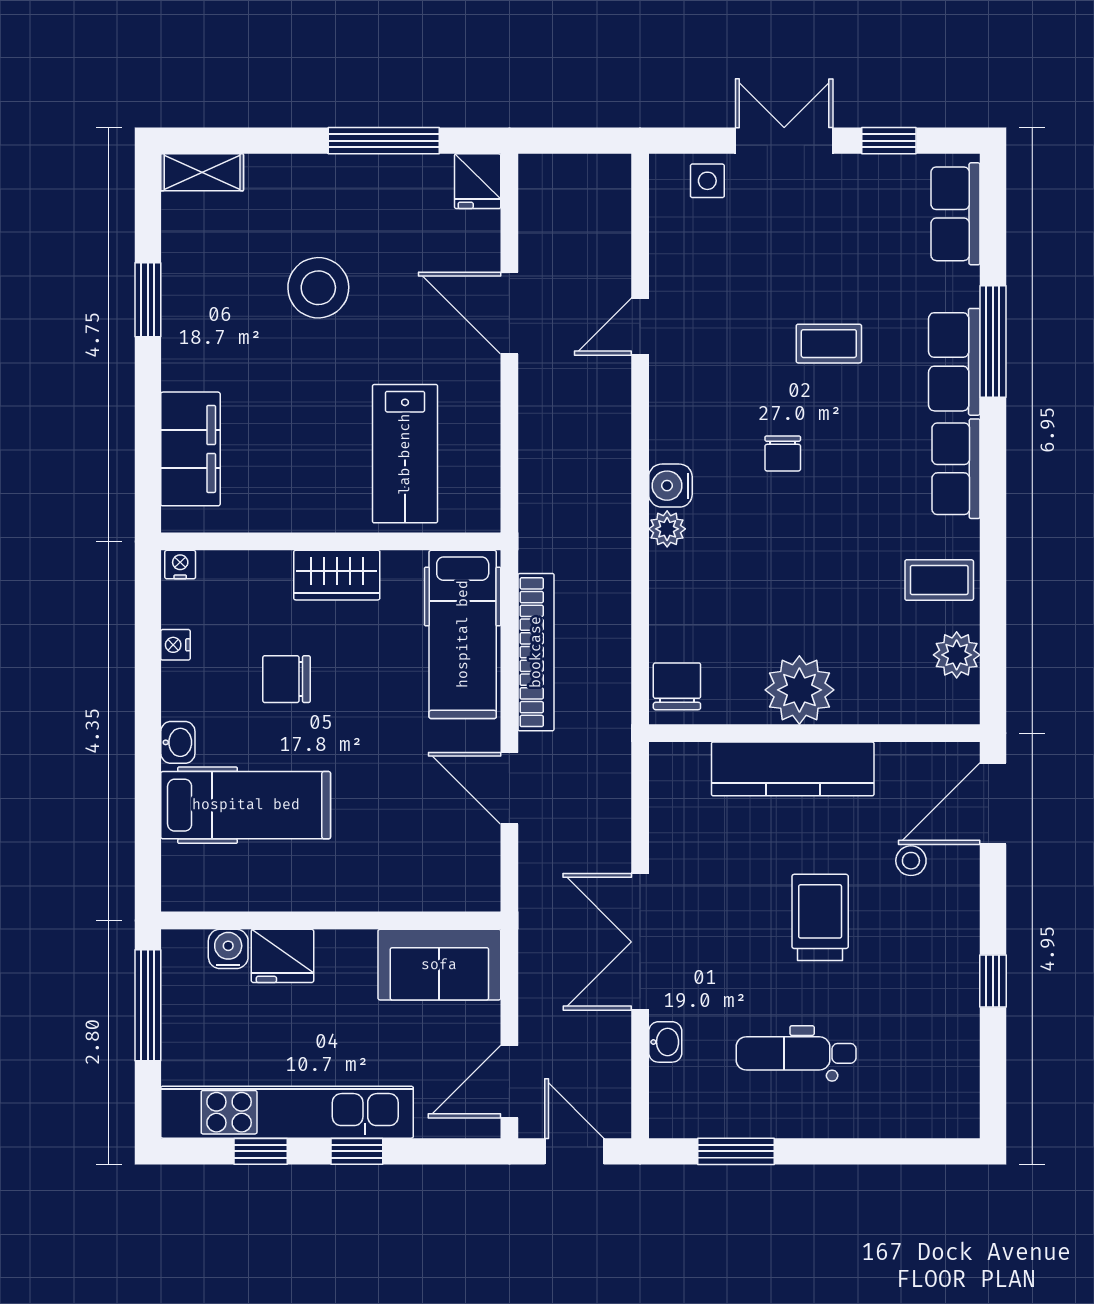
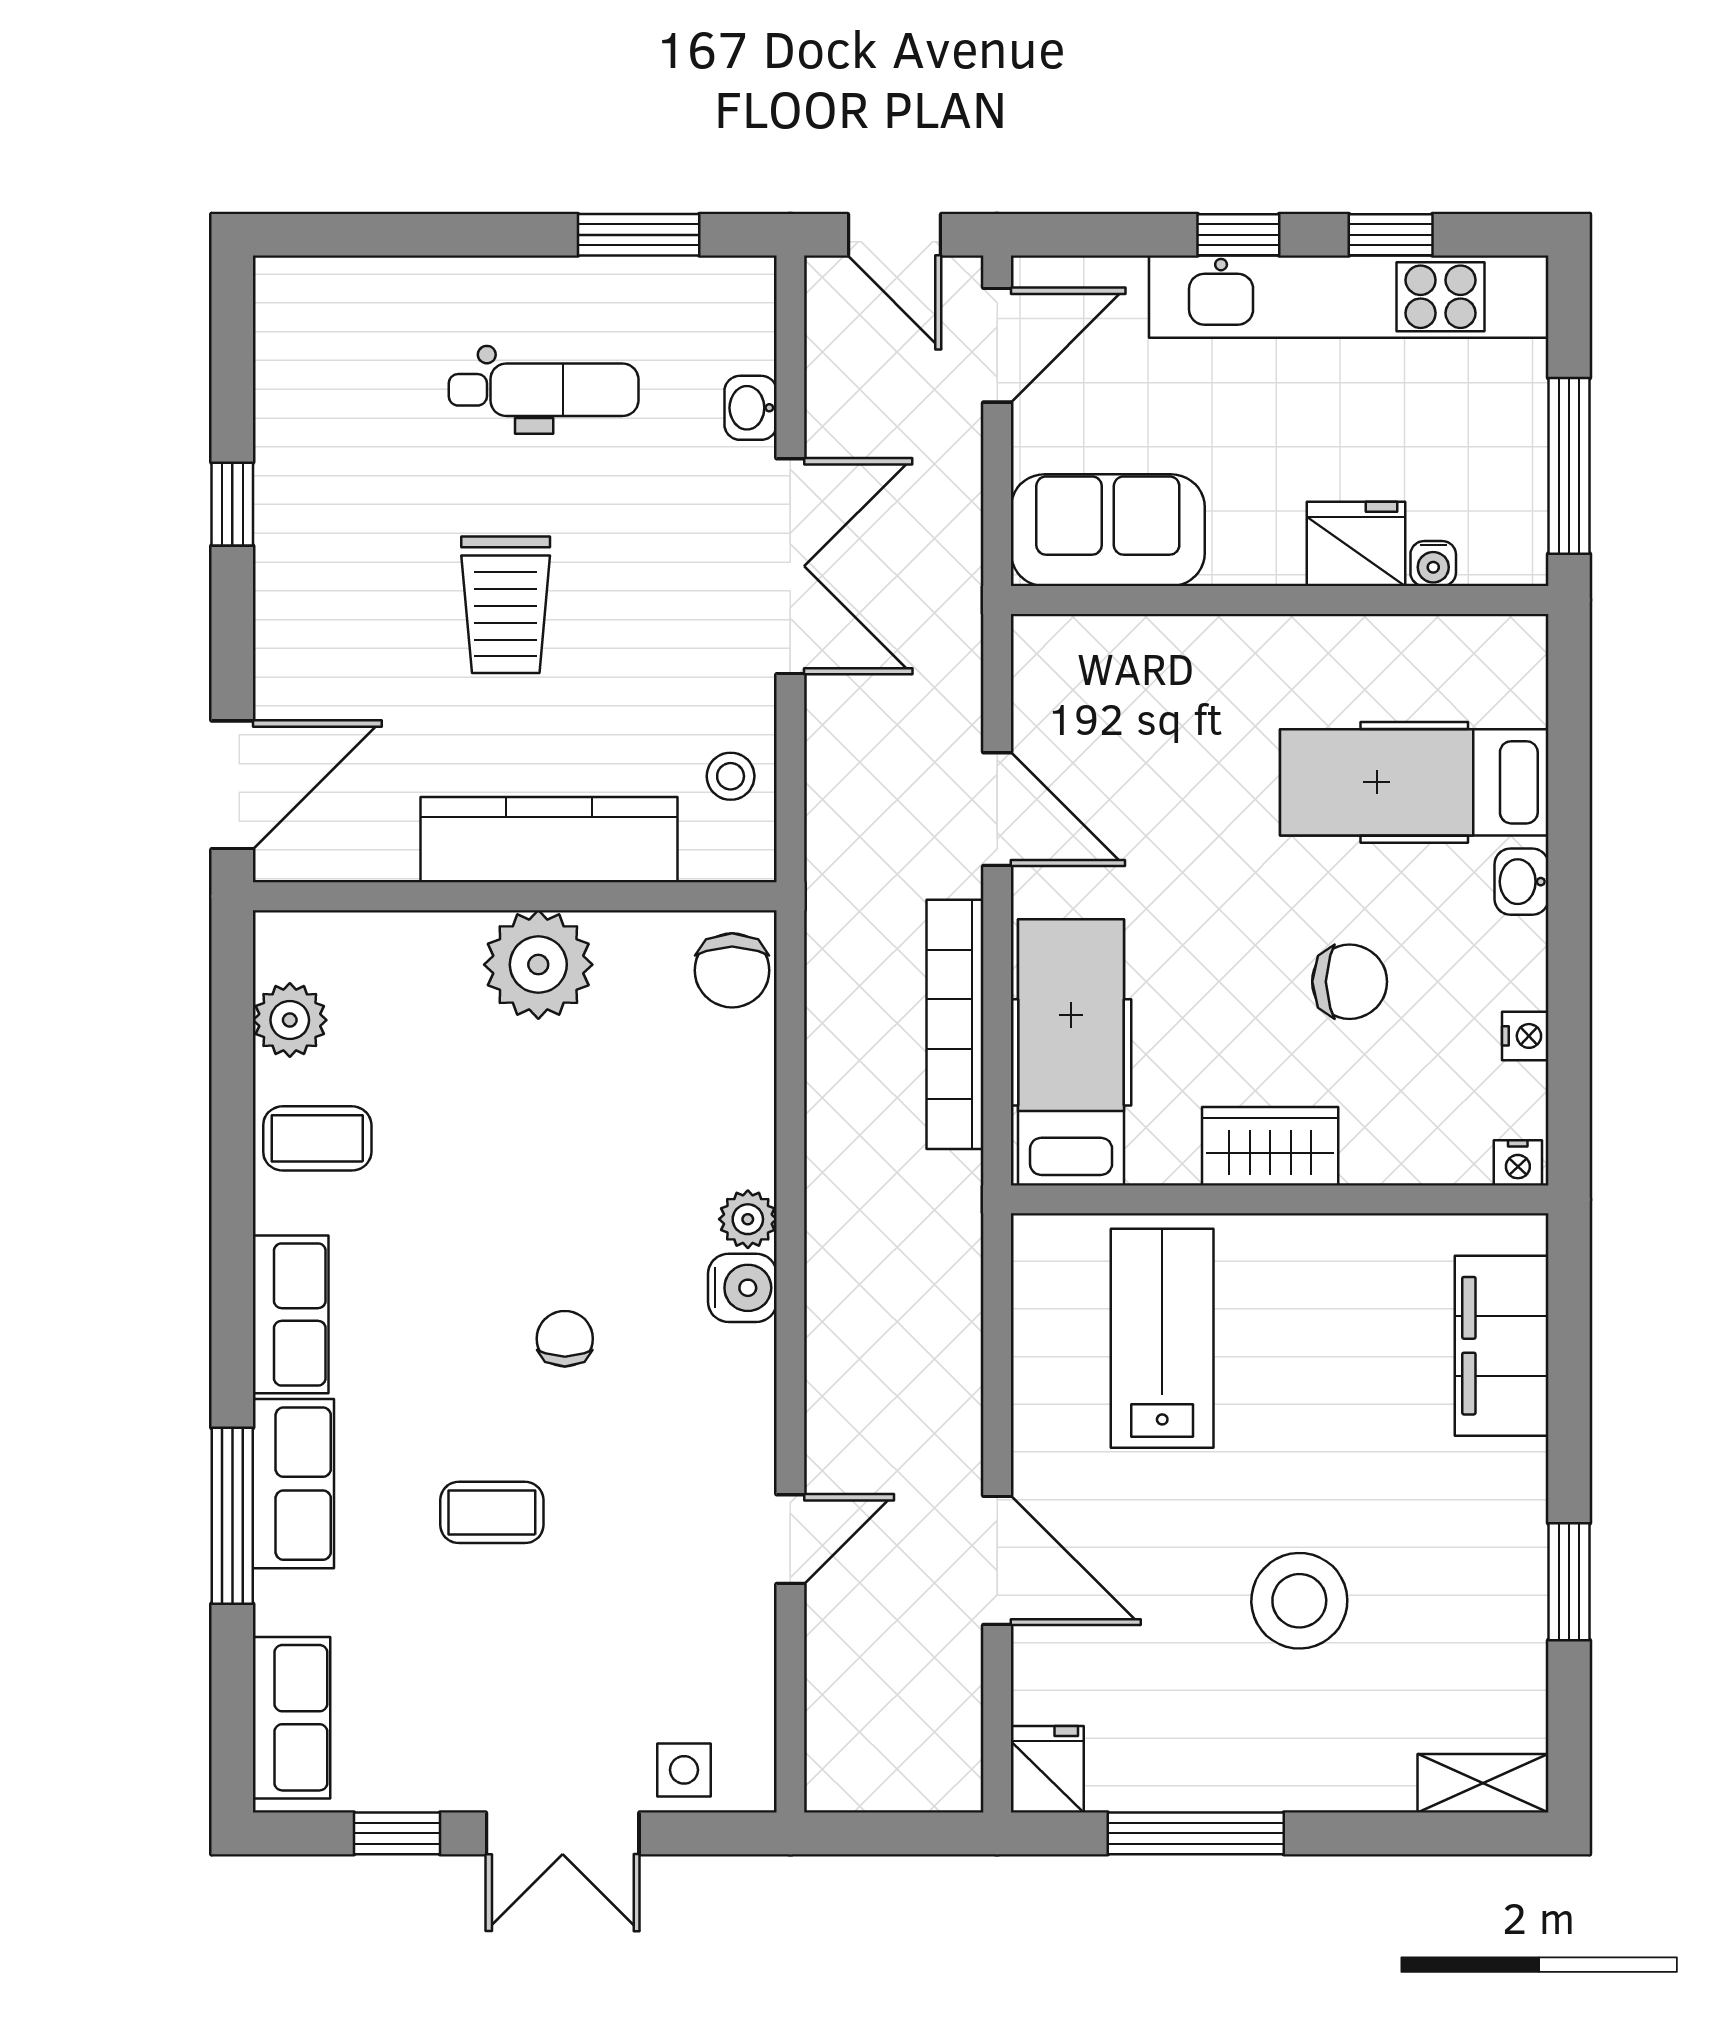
stool: (911, 861) -> (731, 776), moved
water cooler: (228, 949) -> (1433, 564), width x0.72, depth x0.72

